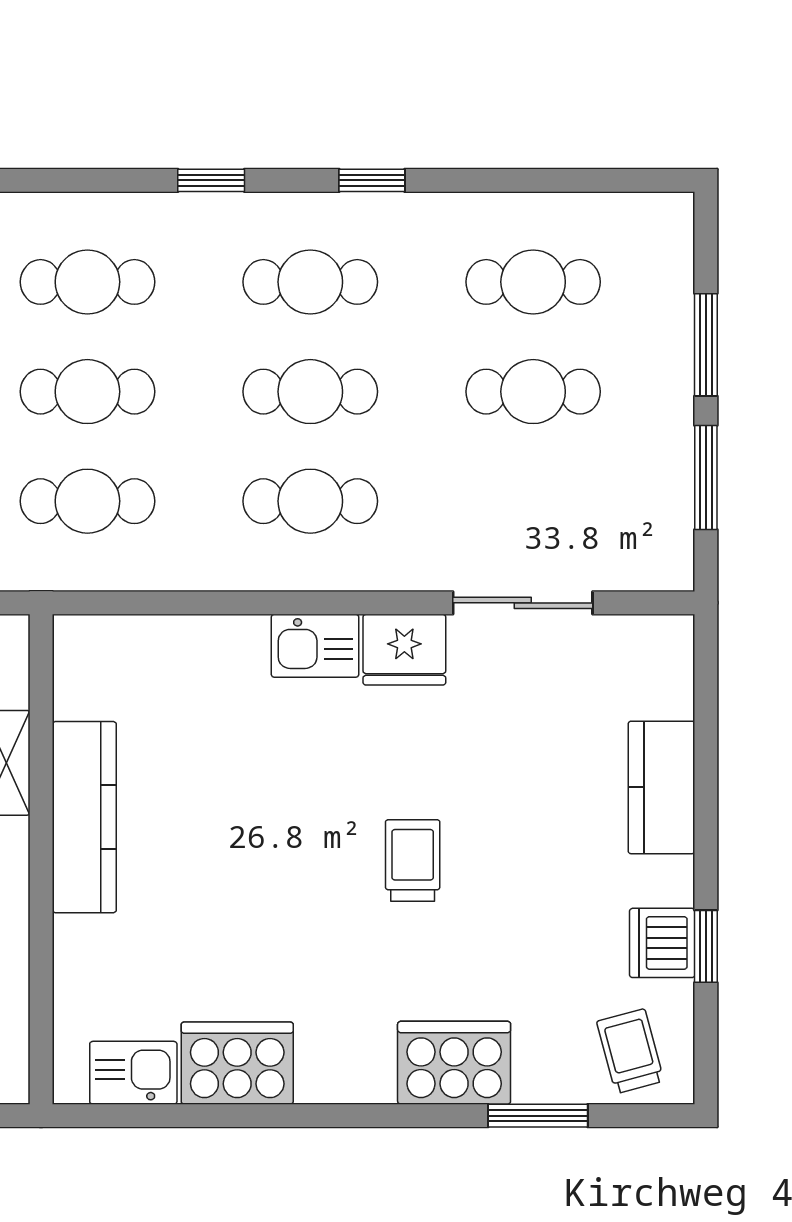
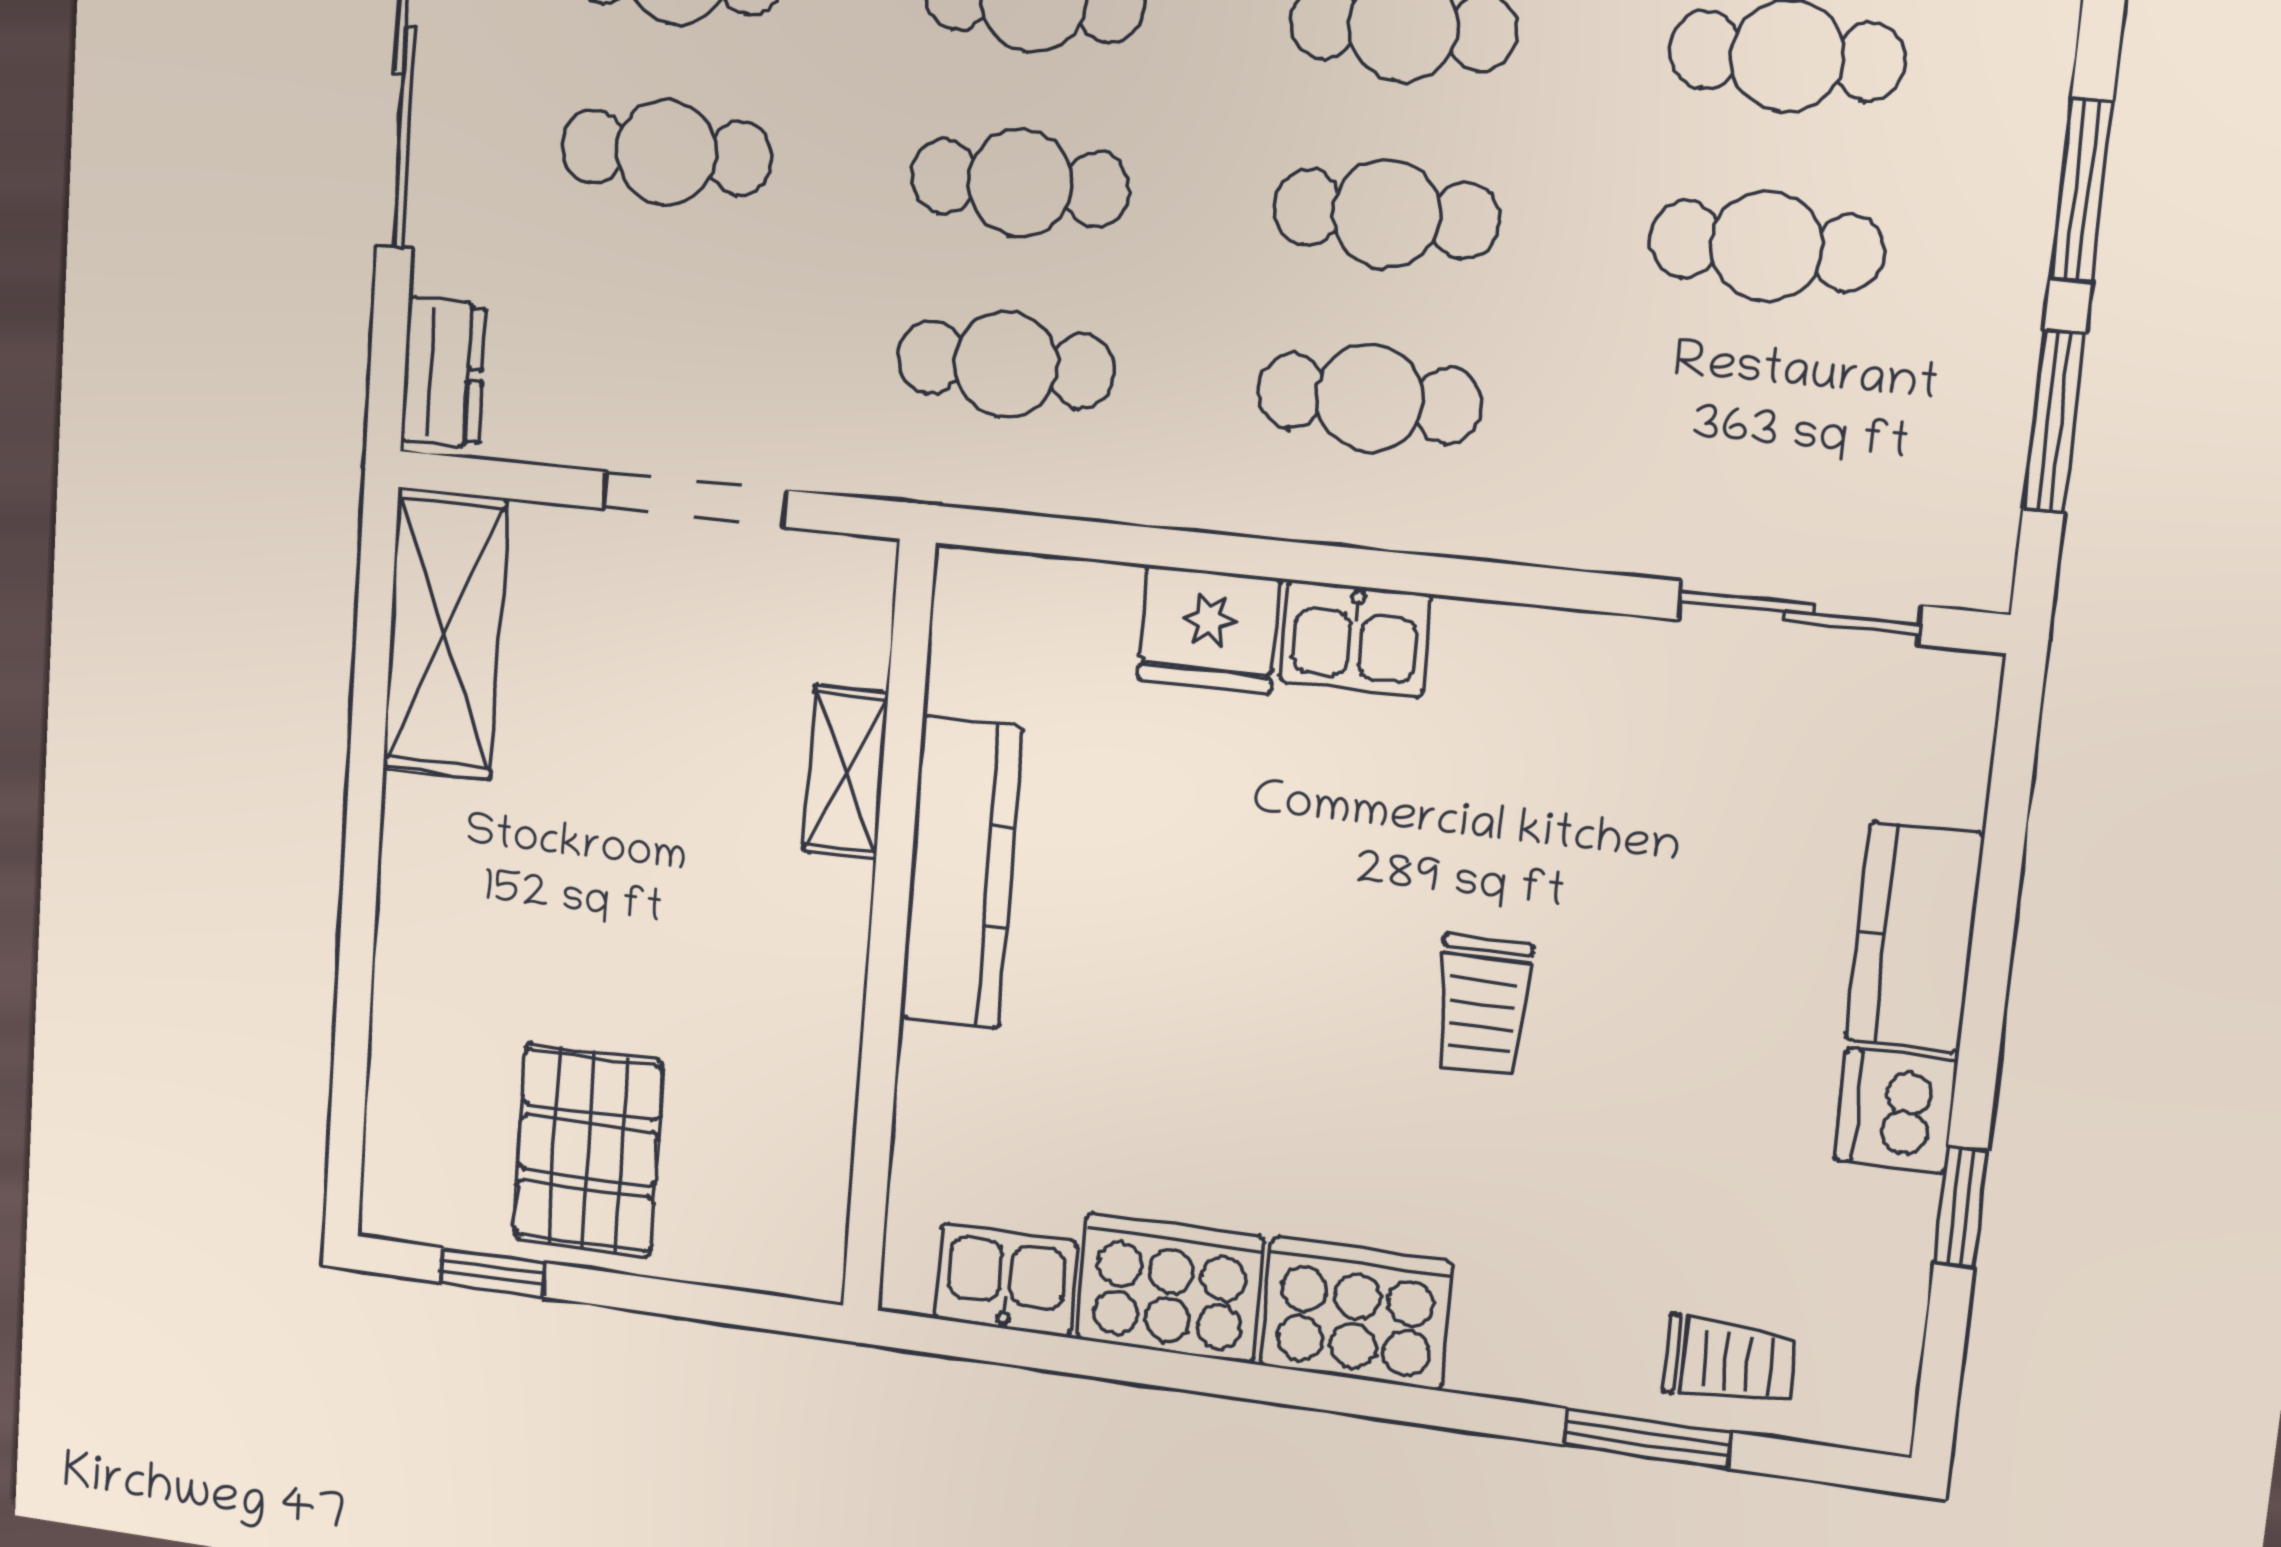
sliding door: (523, 603) -> (1799, 613), moved
fridge: (404, 650) -> (1209, 629), moved
trolley: (413, 860) -> (1483, 1006), turned 180
dishwasher: (662, 943) -> (1896, 1111), moved
trolley: (630, 1051) -> (1729, 1361), moved, turned 105
cooker: (454, 1063) -> (1356, 1313), moved

